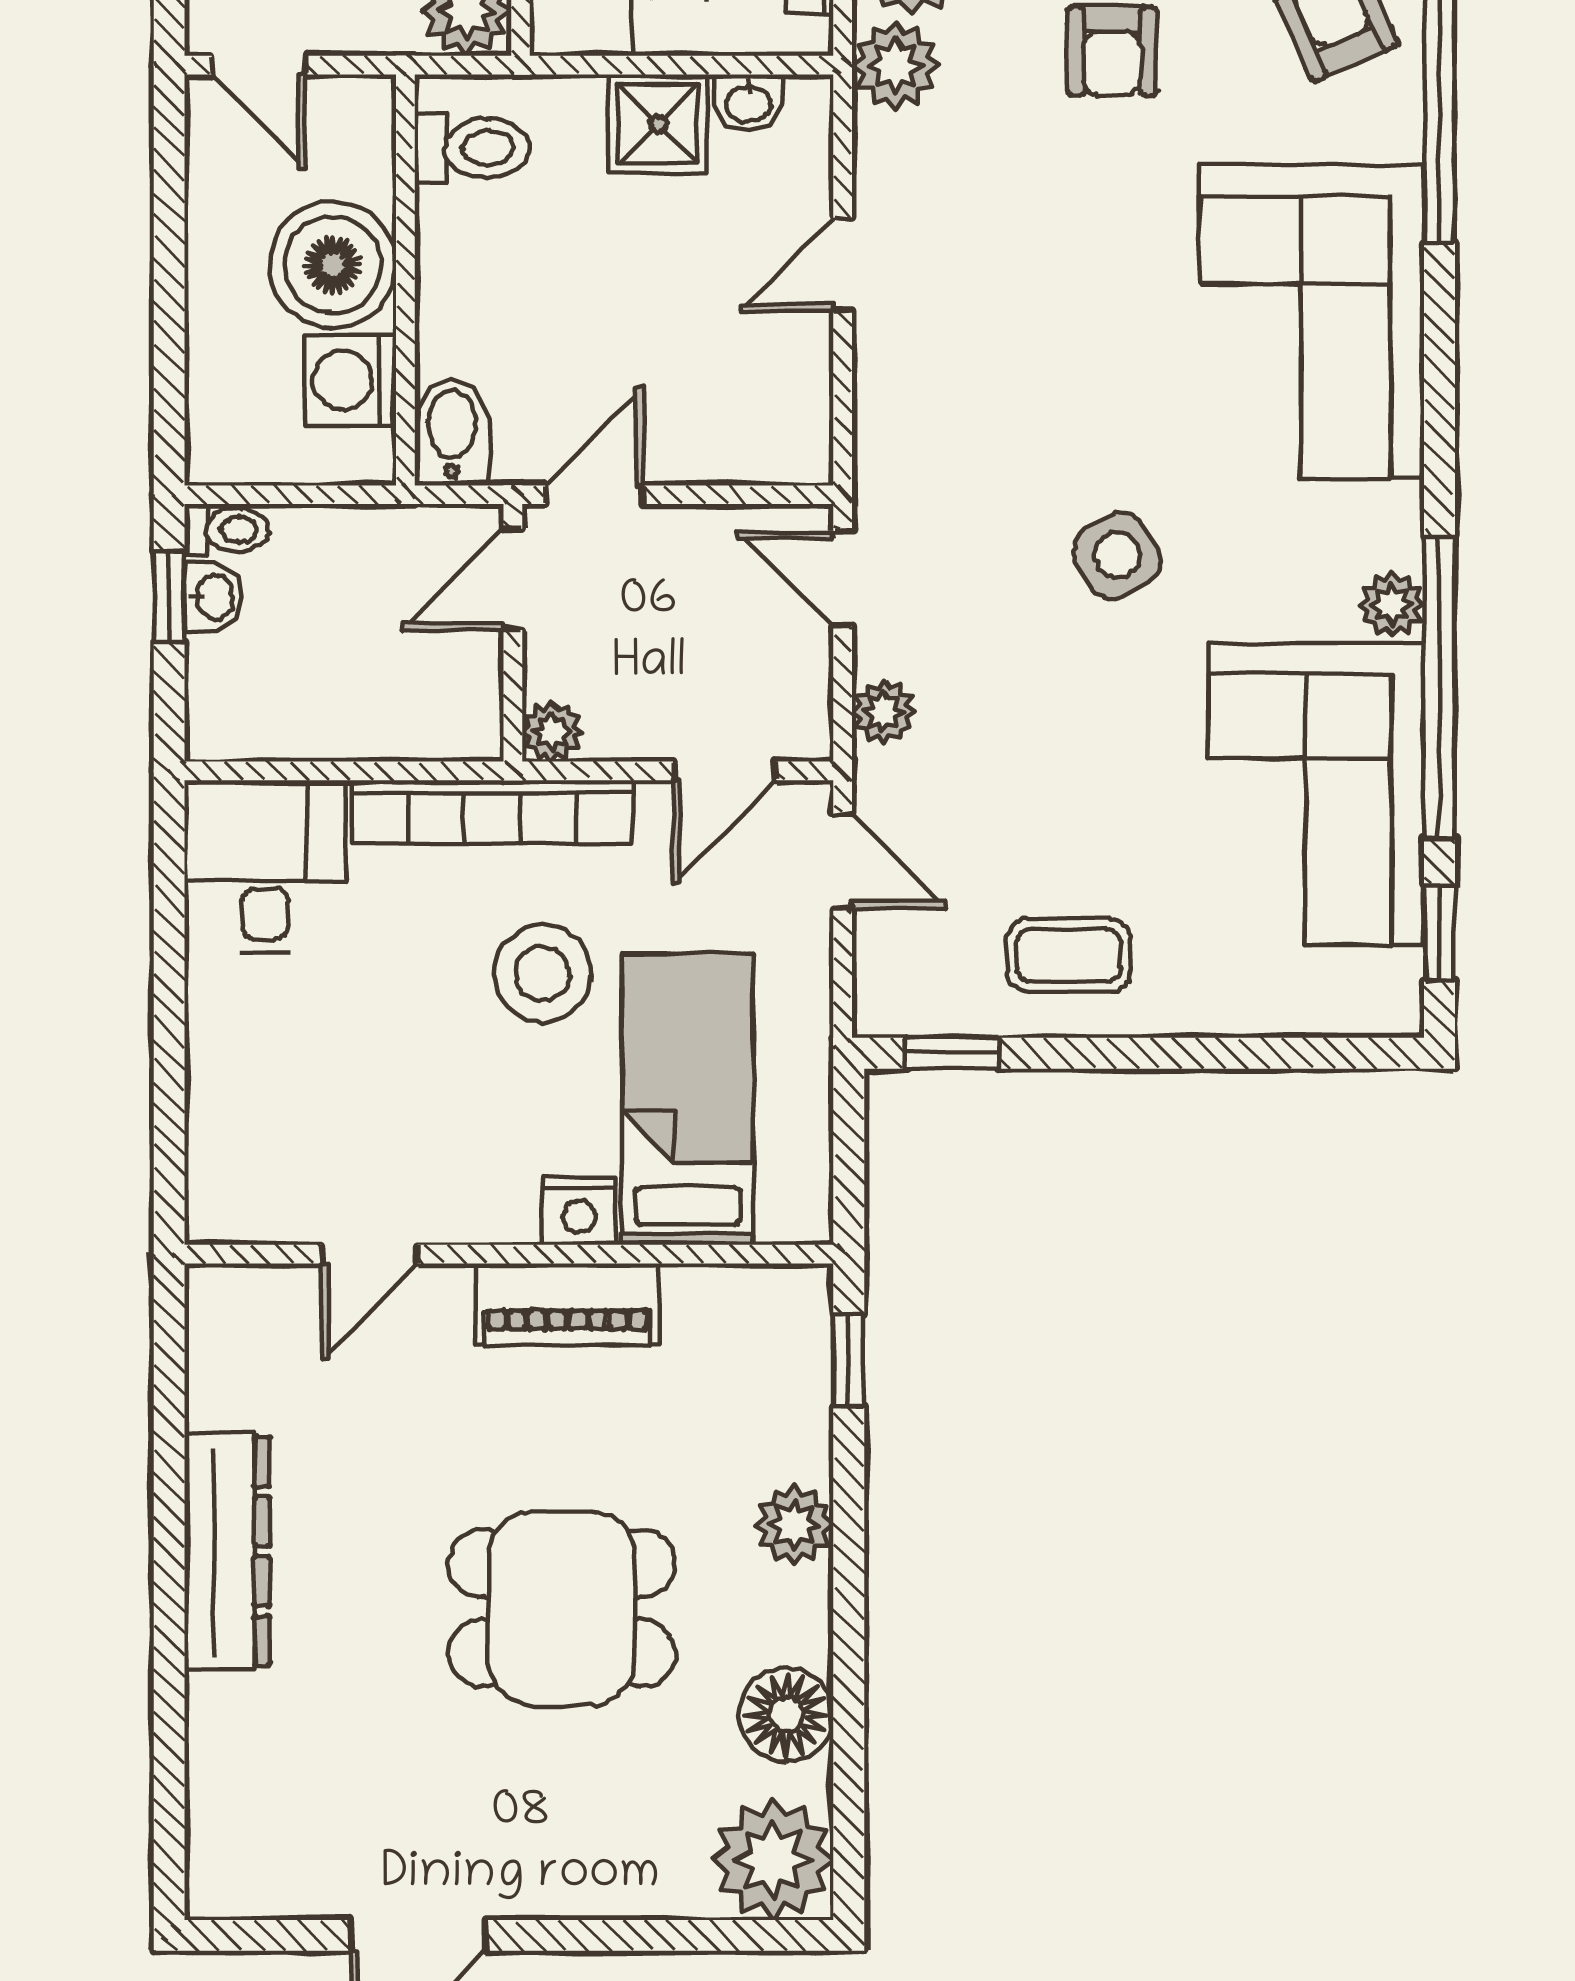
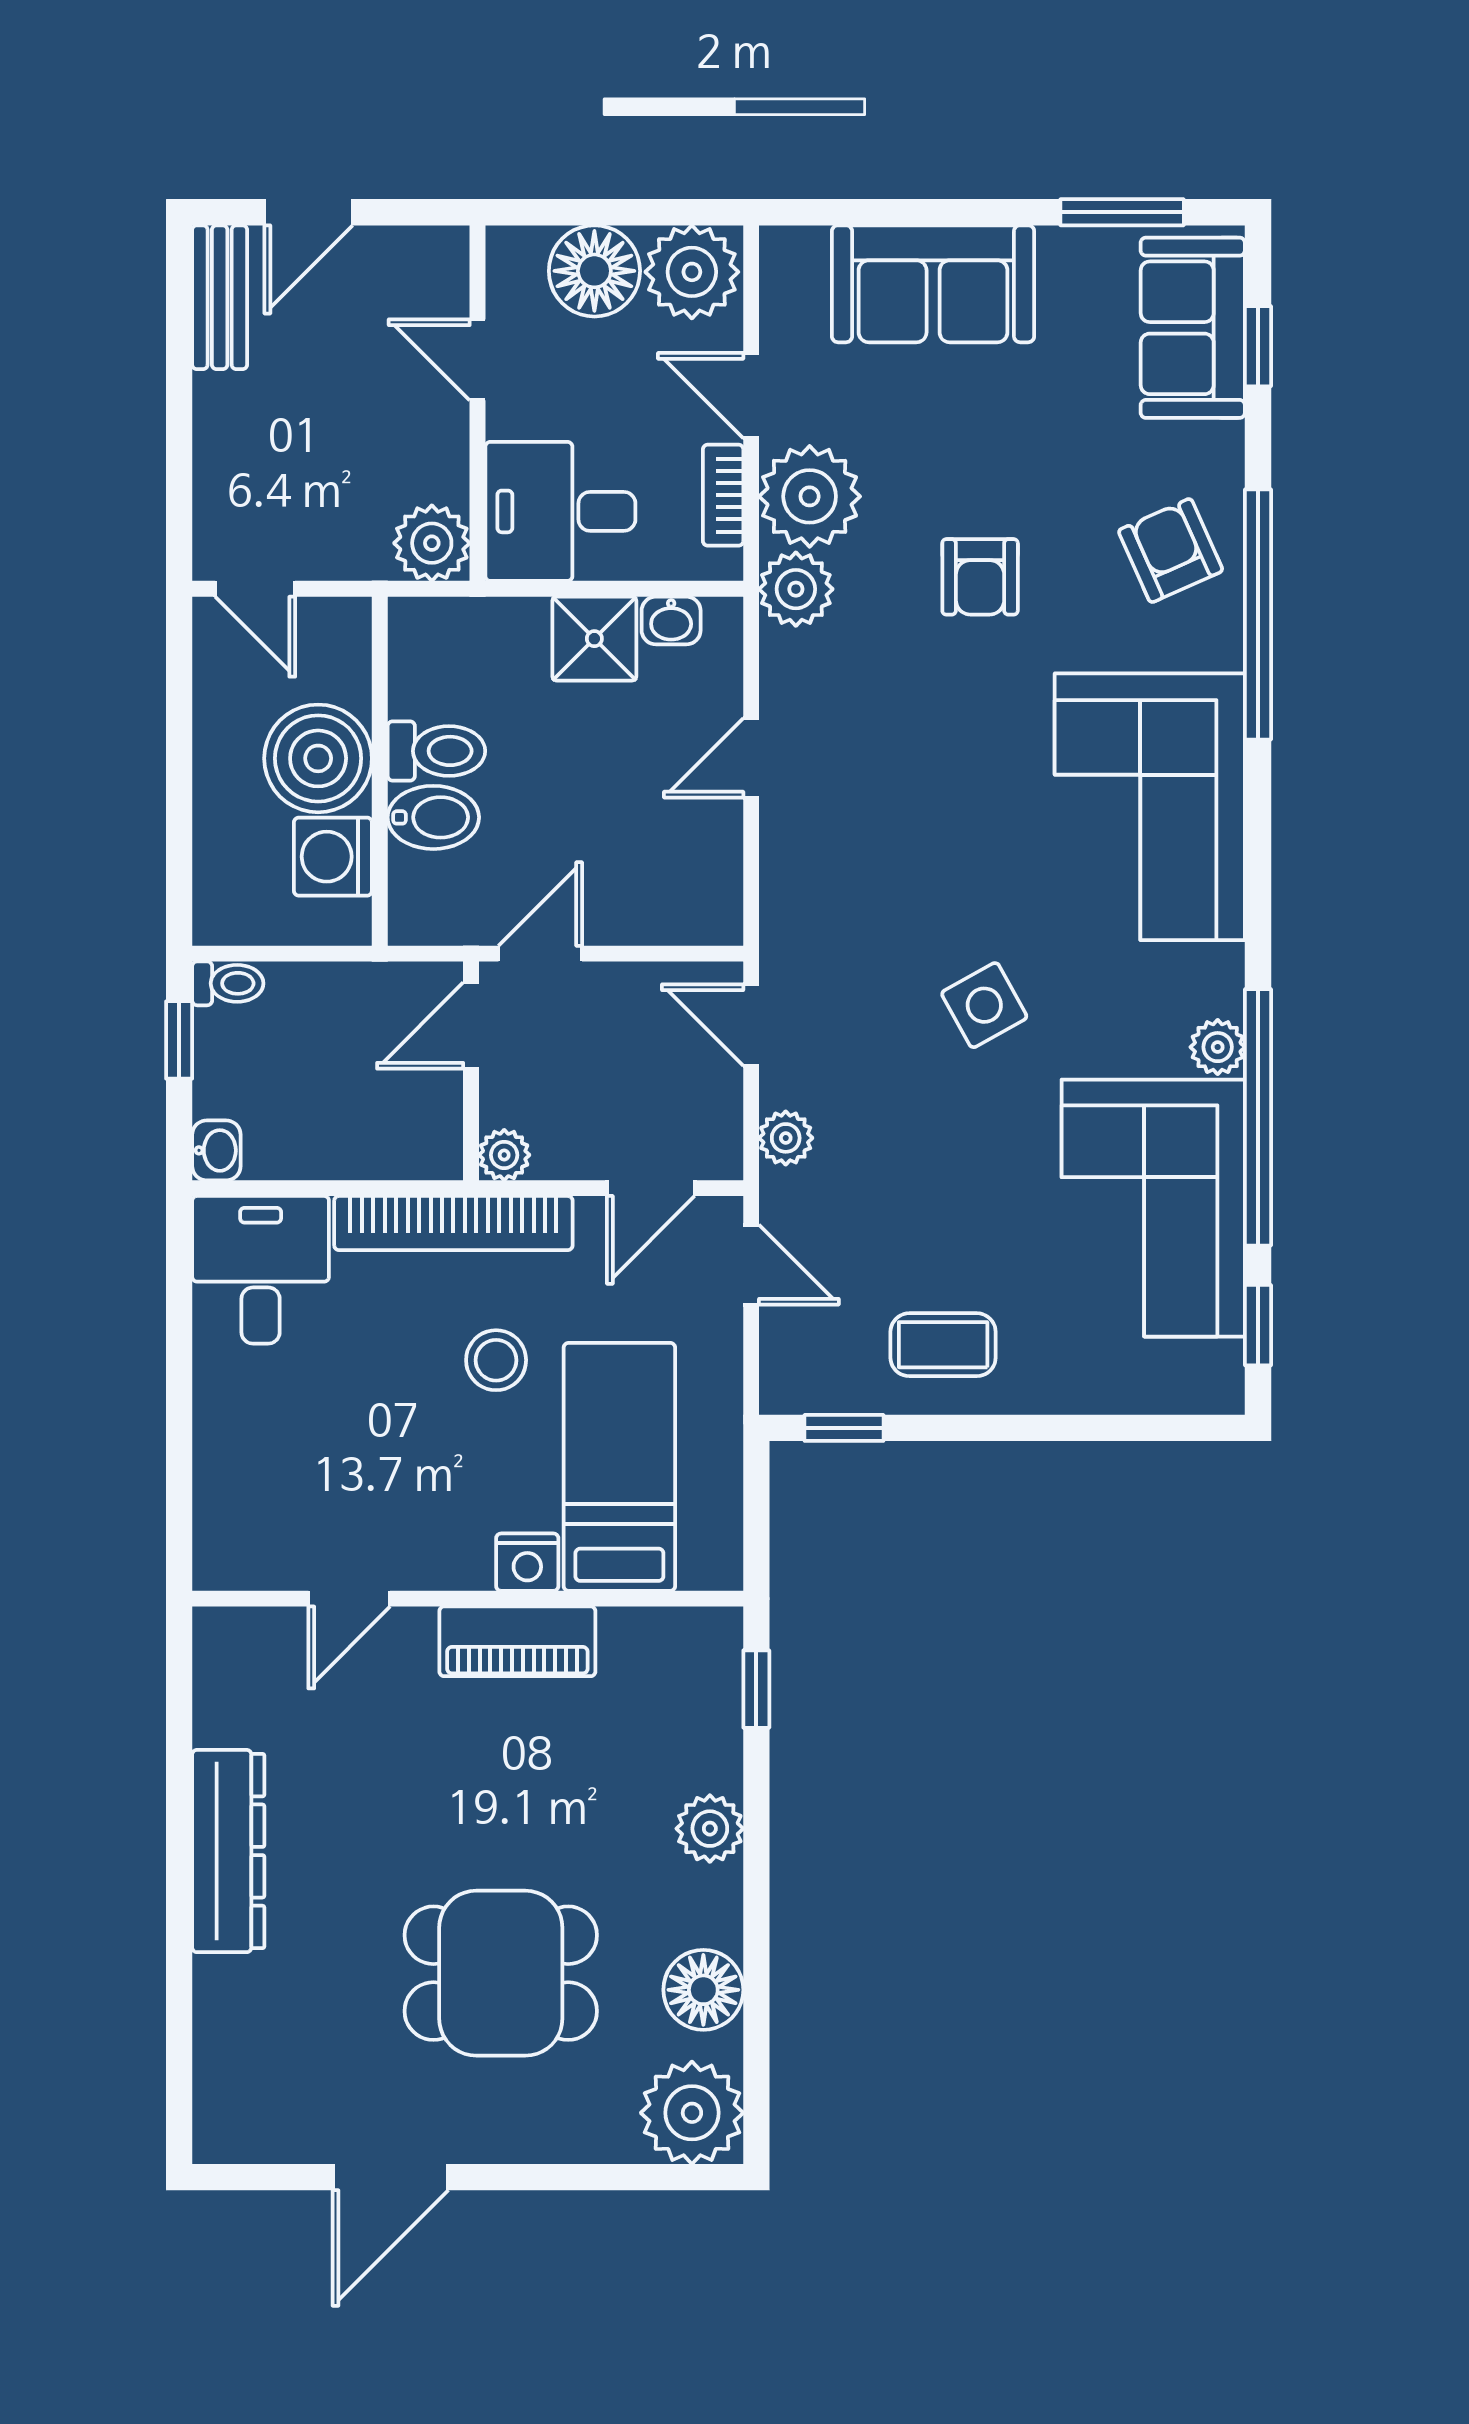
toilet: (472, 148) -> (436, 751), moved
bidet: (452, 432) -> (433, 817), moved, turned 90
washbasin: (213, 597) -> (216, 1150), moved
stool: (542, 974) -> (496, 1360), width x0.73, depth x0.73
dining table: (562, 1608) -> (501, 1973), moved

